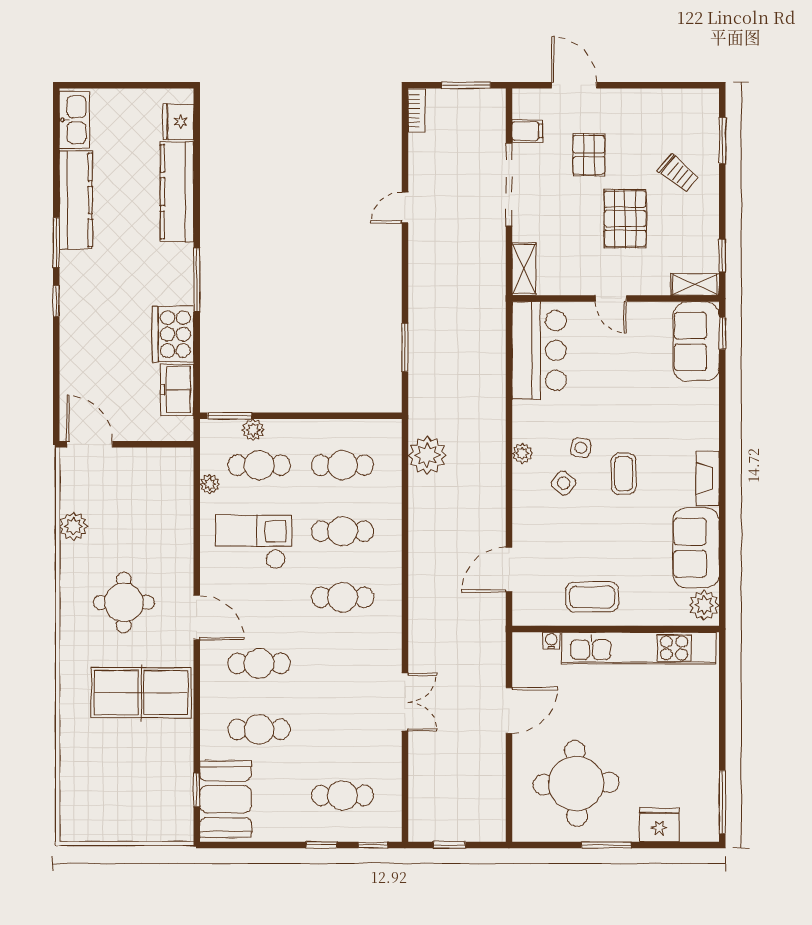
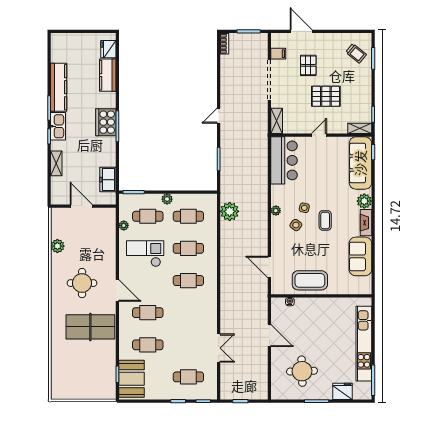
kitchen sink: (74, 120) -> (58, 126), moved
trolley: (678, 173) -> (356, 53), moved
kitchen counter: (177, 192) -> (108, 75), width x0.67
door: (405, 208) -> (219, 116), moved
pallet: (625, 219) -> (326, 96), turned 90
door: (611, 299) -> (319, 135), swing flipped
cooker: (173, 334) -> (106, 122), moved
sofa: (696, 341) -> (360, 163), width x1.36
shelving: (71, 356) -> (56, 163), added
plant: (253, 430) -> (167, 199), moved
door: (90, 444) -> (81, 206), moved
door: (509, 570) -> (269, 267), hinge flipped
coffee table: (592, 597) -> (310, 280), width x1.36, depth x1.32
plant: (704, 605) -> (364, 201), moved
kitchen unit: (639, 648) -> (364, 344), moved, turned 90
double door: (405, 702) -> (219, 348), moved
door: (509, 710) -> (269, 336), hinge flipped
round table: (576, 784) -> (302, 371), width x0.73, depth x0.73

